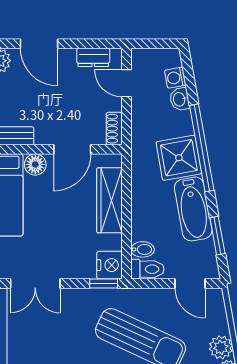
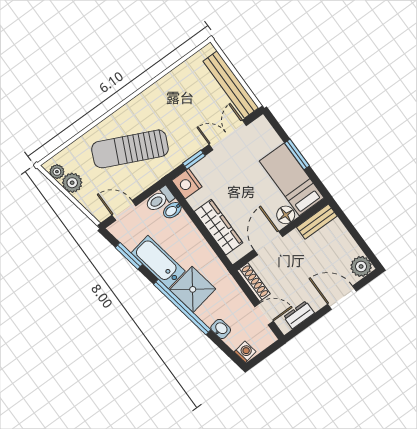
washing machine: (175, 78) -> (245, 352), moved
shoe rack: (114, 129) -> (254, 282), width x1.43
window: (104, 284) -> (194, 160), moved

